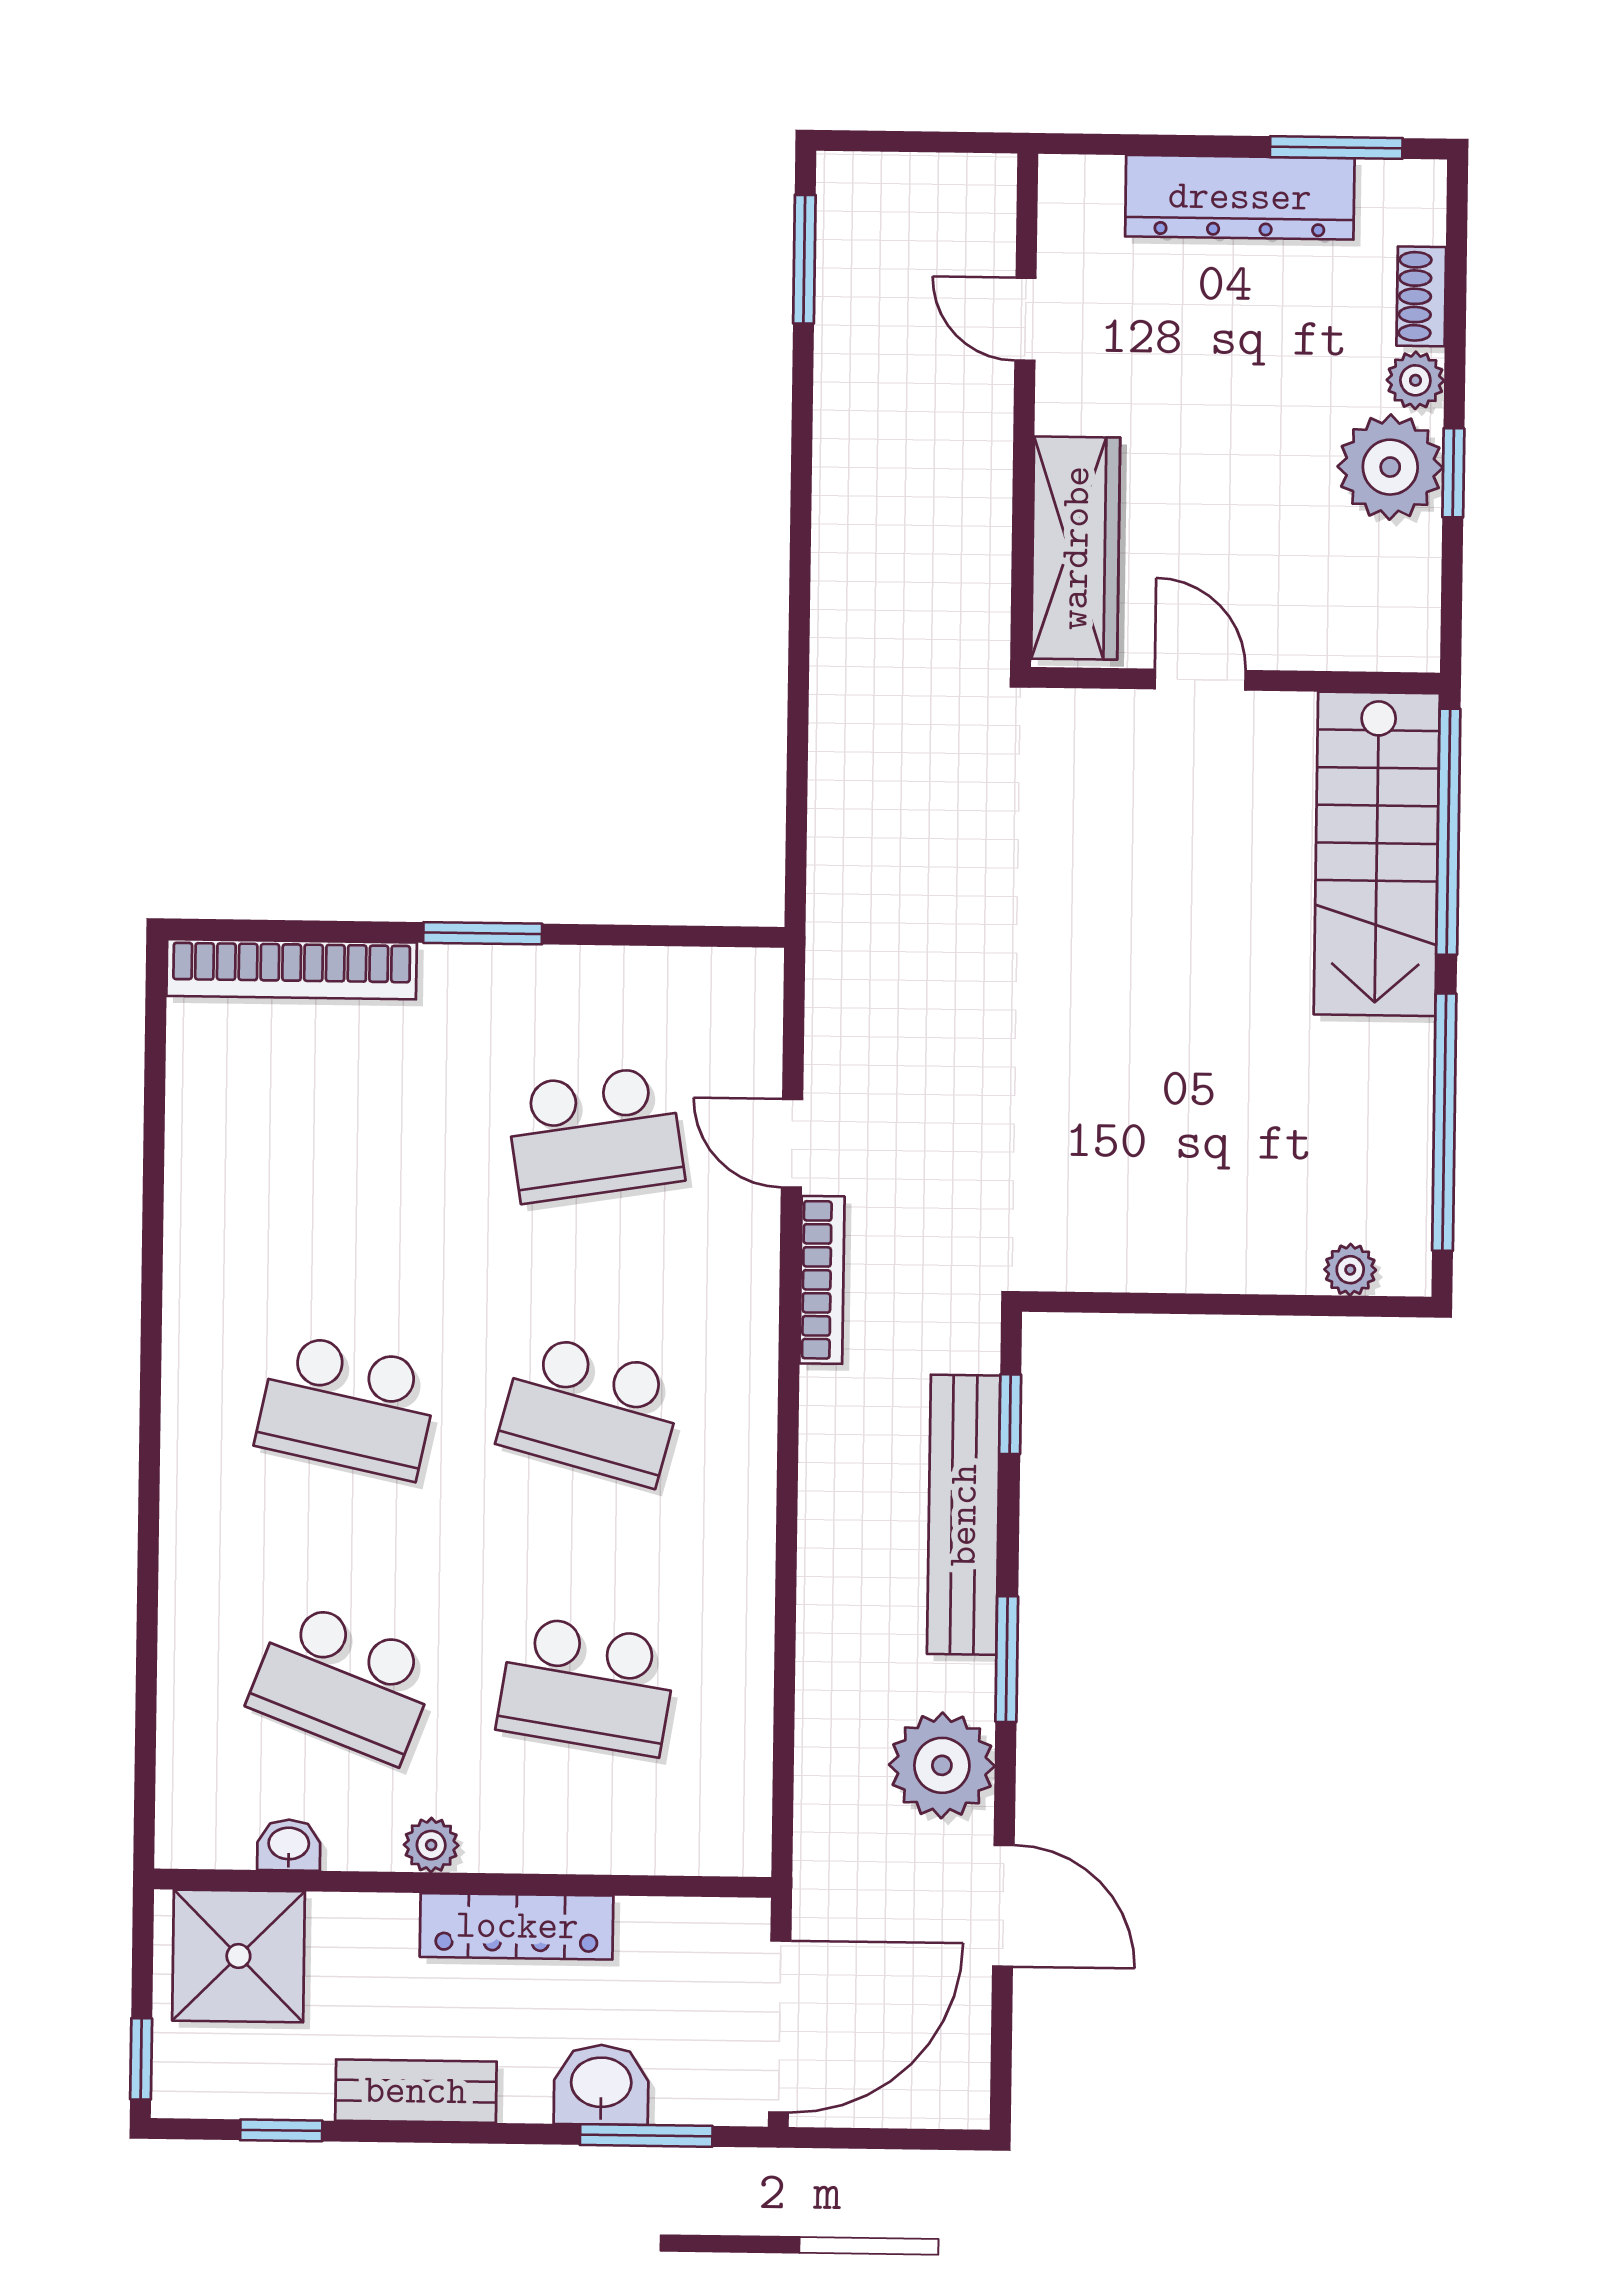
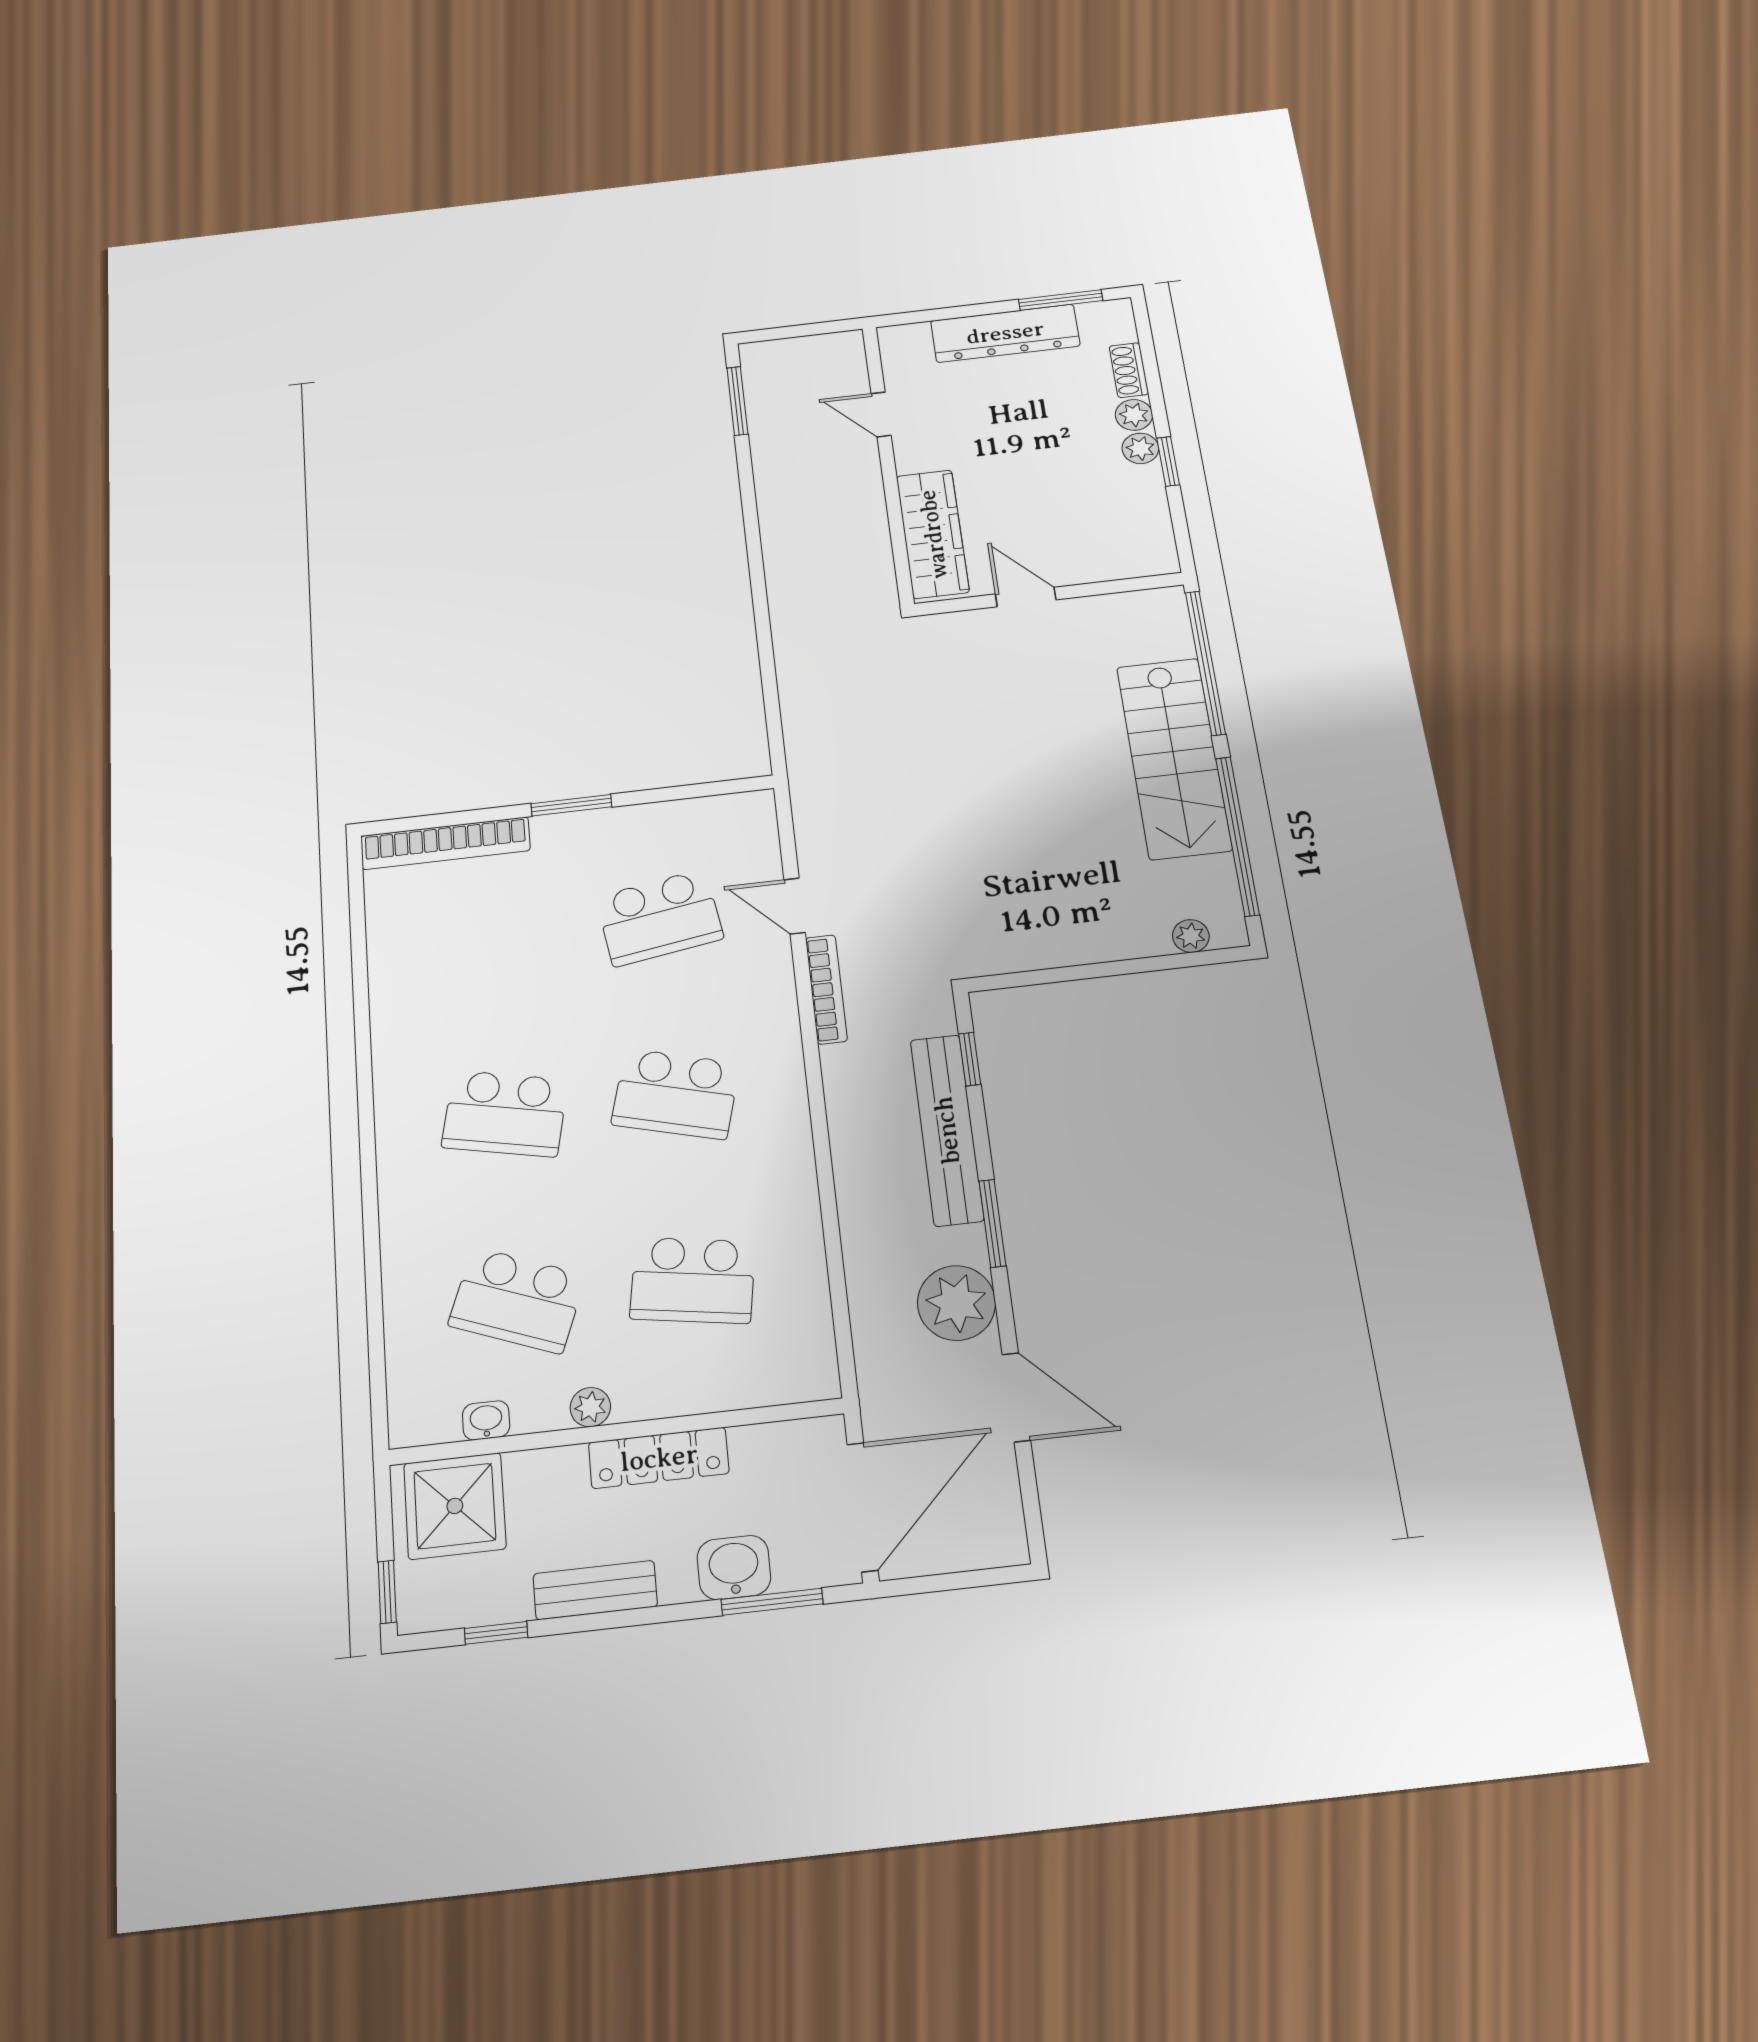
plant: (1390, 467) -> (1140, 448), width x0.53, depth x0.53
stairs: (1377, 854) -> (1174, 758), moved

